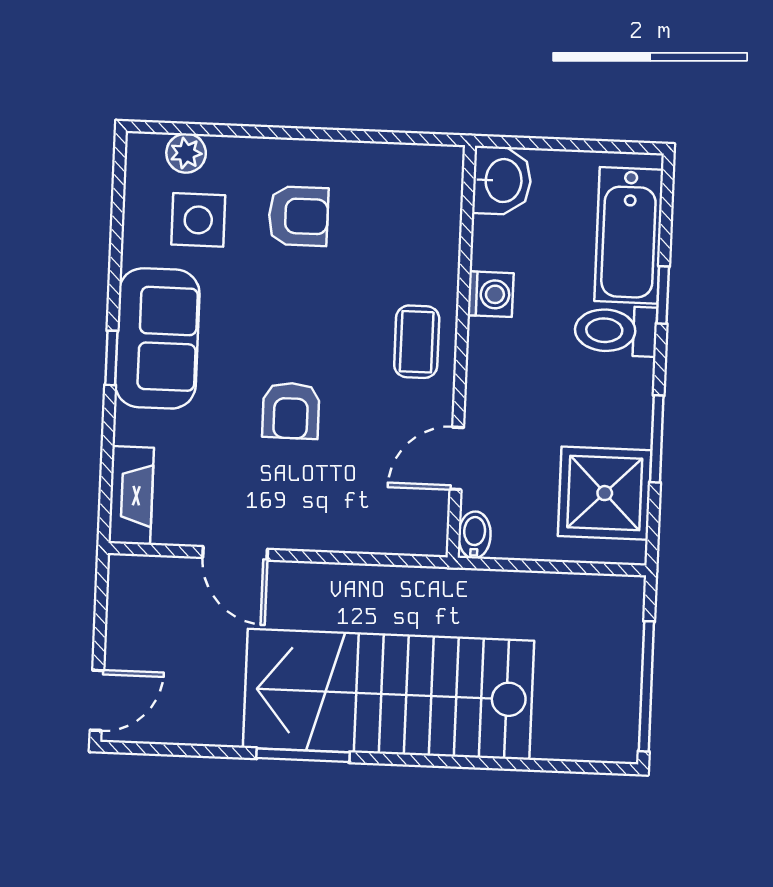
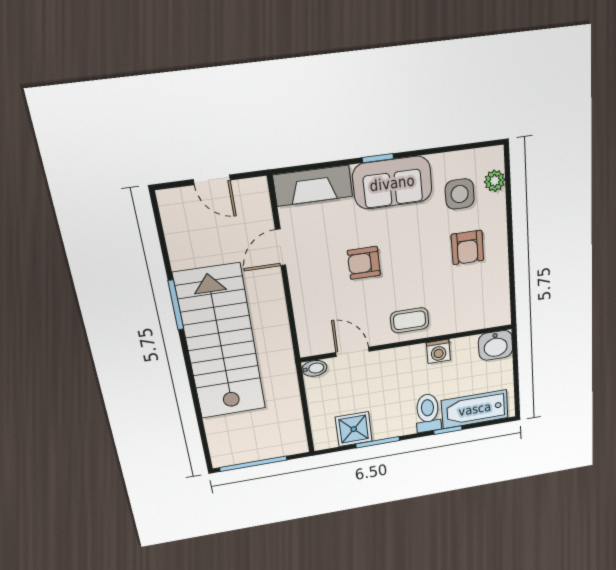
shower: (605, 493) -> (354, 429), width x0.73, depth x0.73
fireplace: (131, 495) -> (313, 186), width x1.37, depth x1.32
door: (97, 700) -> (212, 180), moved

